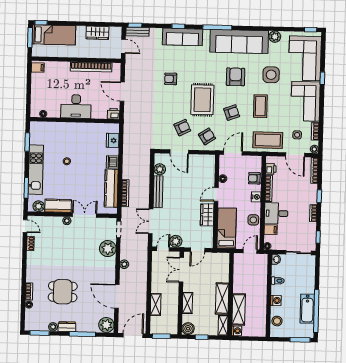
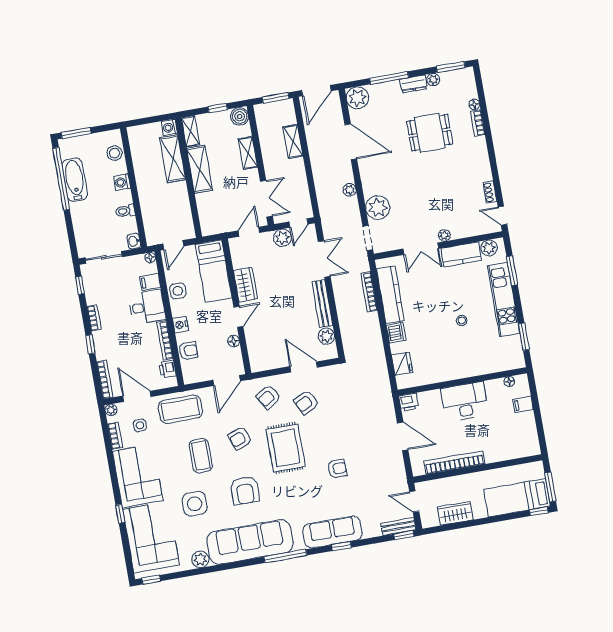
filing cabinet: (38, 68) -> (523, 404), moved

